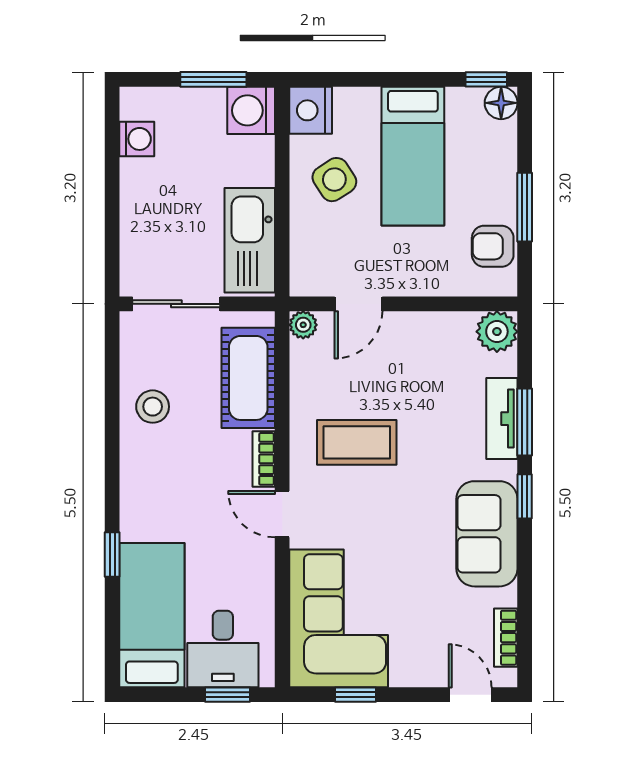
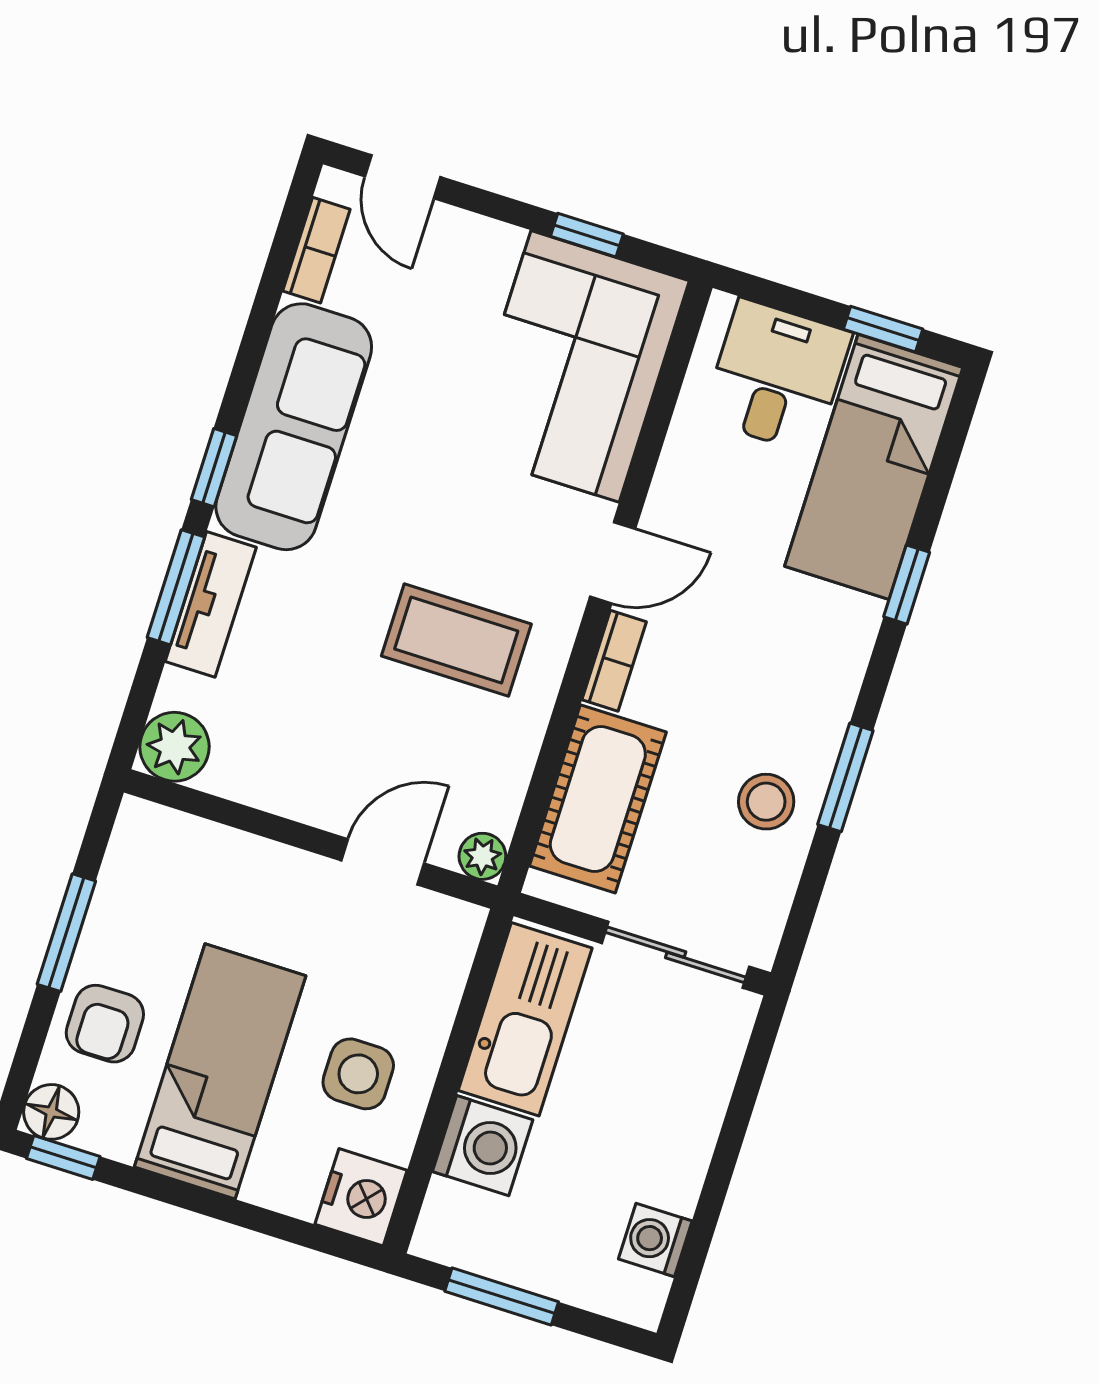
washing machine: (251, 110) -> (483, 1146), moved
side table: (334, 180) -> (358, 1074), turned 33
armchair: (493, 246) -> (105, 1024), moved, turned 90
window: (112, 434) -> (845, 777), added
door: (282, 514) -> (613, 563), hinge flipped
sofa: (487, 534) -> (294, 427), width x1.36
window: (227, 695) -> (883, 329), moved

